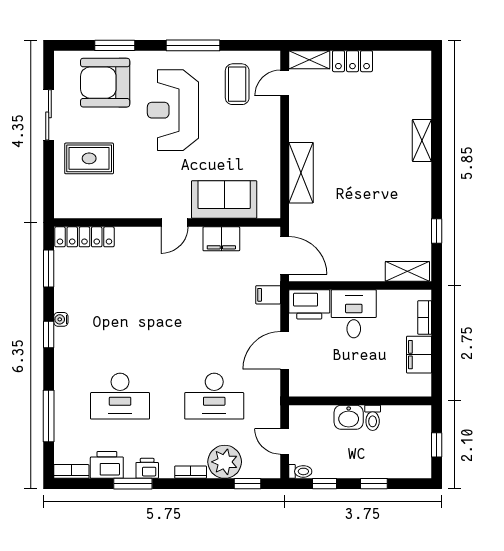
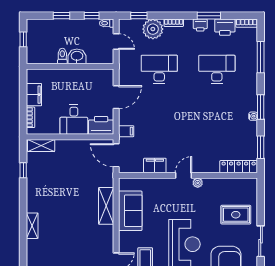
sofa: (224, 199) -> (130, 211), moved, turned -90
plant: (151, 210) -> (198, 183), added
window: (49, 334) -> (261, 107), width x1.50

